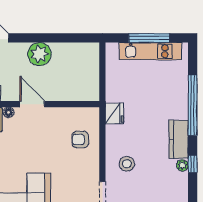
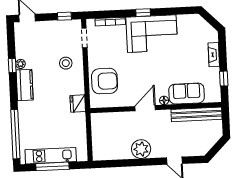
door: (32, 104) -> (145, 108), swing flipped
window: (193, 105) -> (15, 134), moved
armchair: (80, 139) -> (105, 81), width x1.88, depth x1.88

